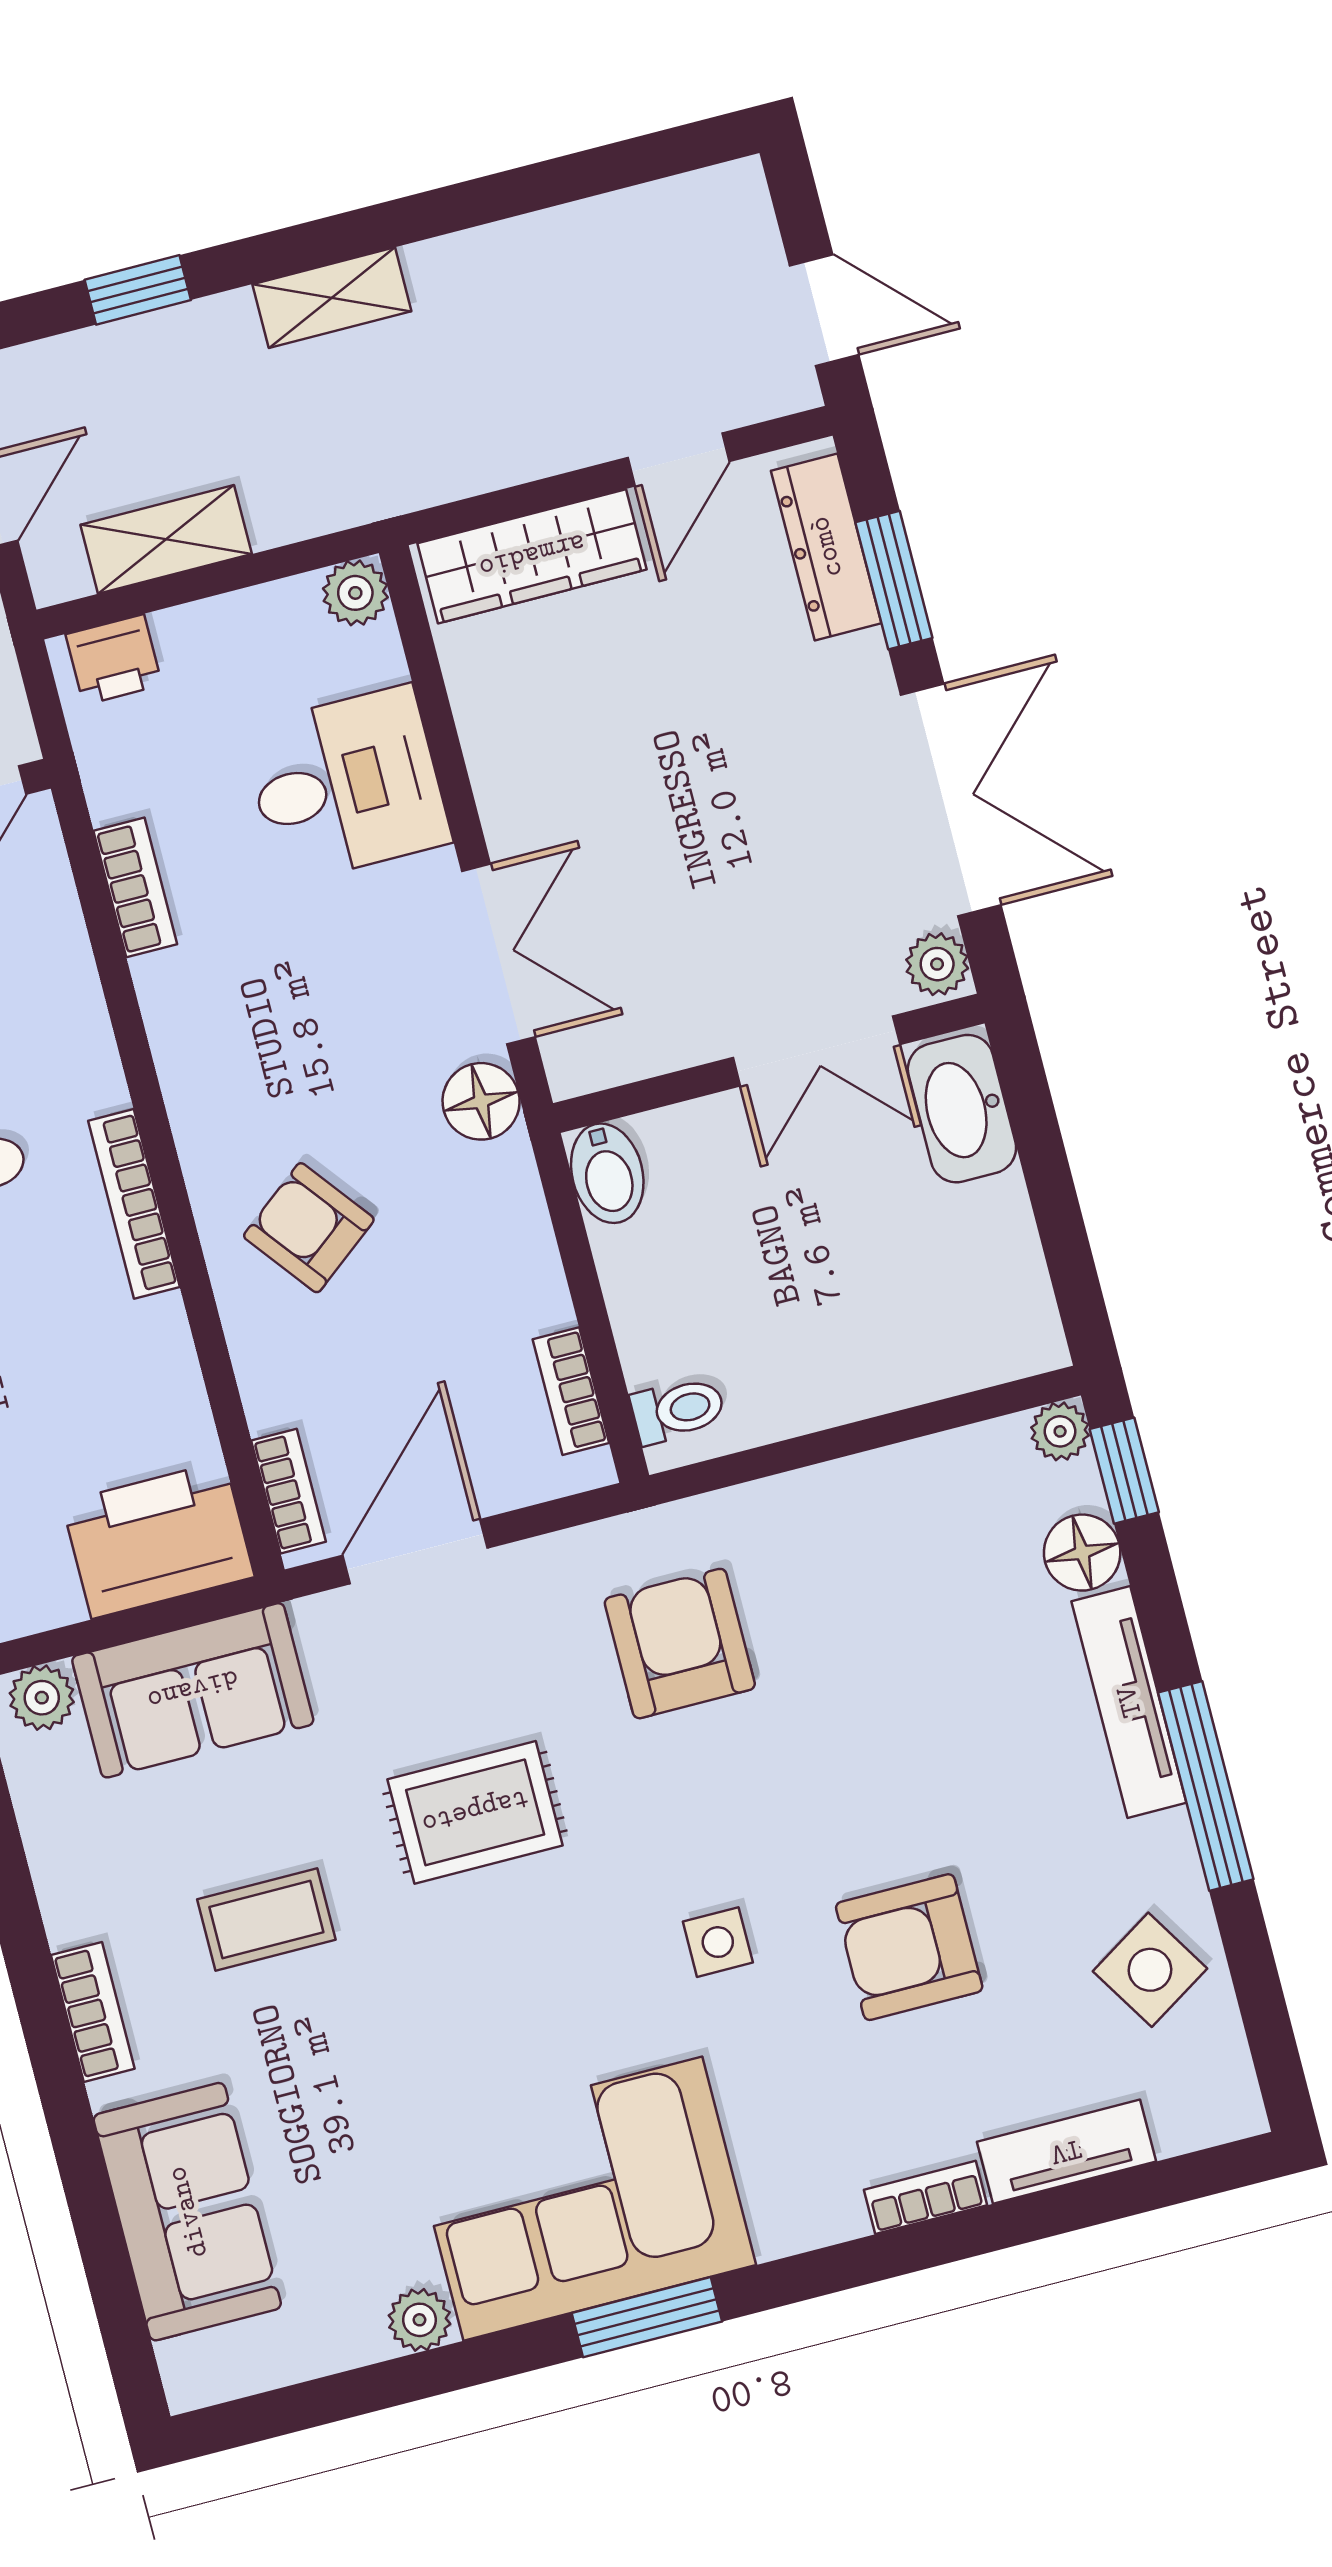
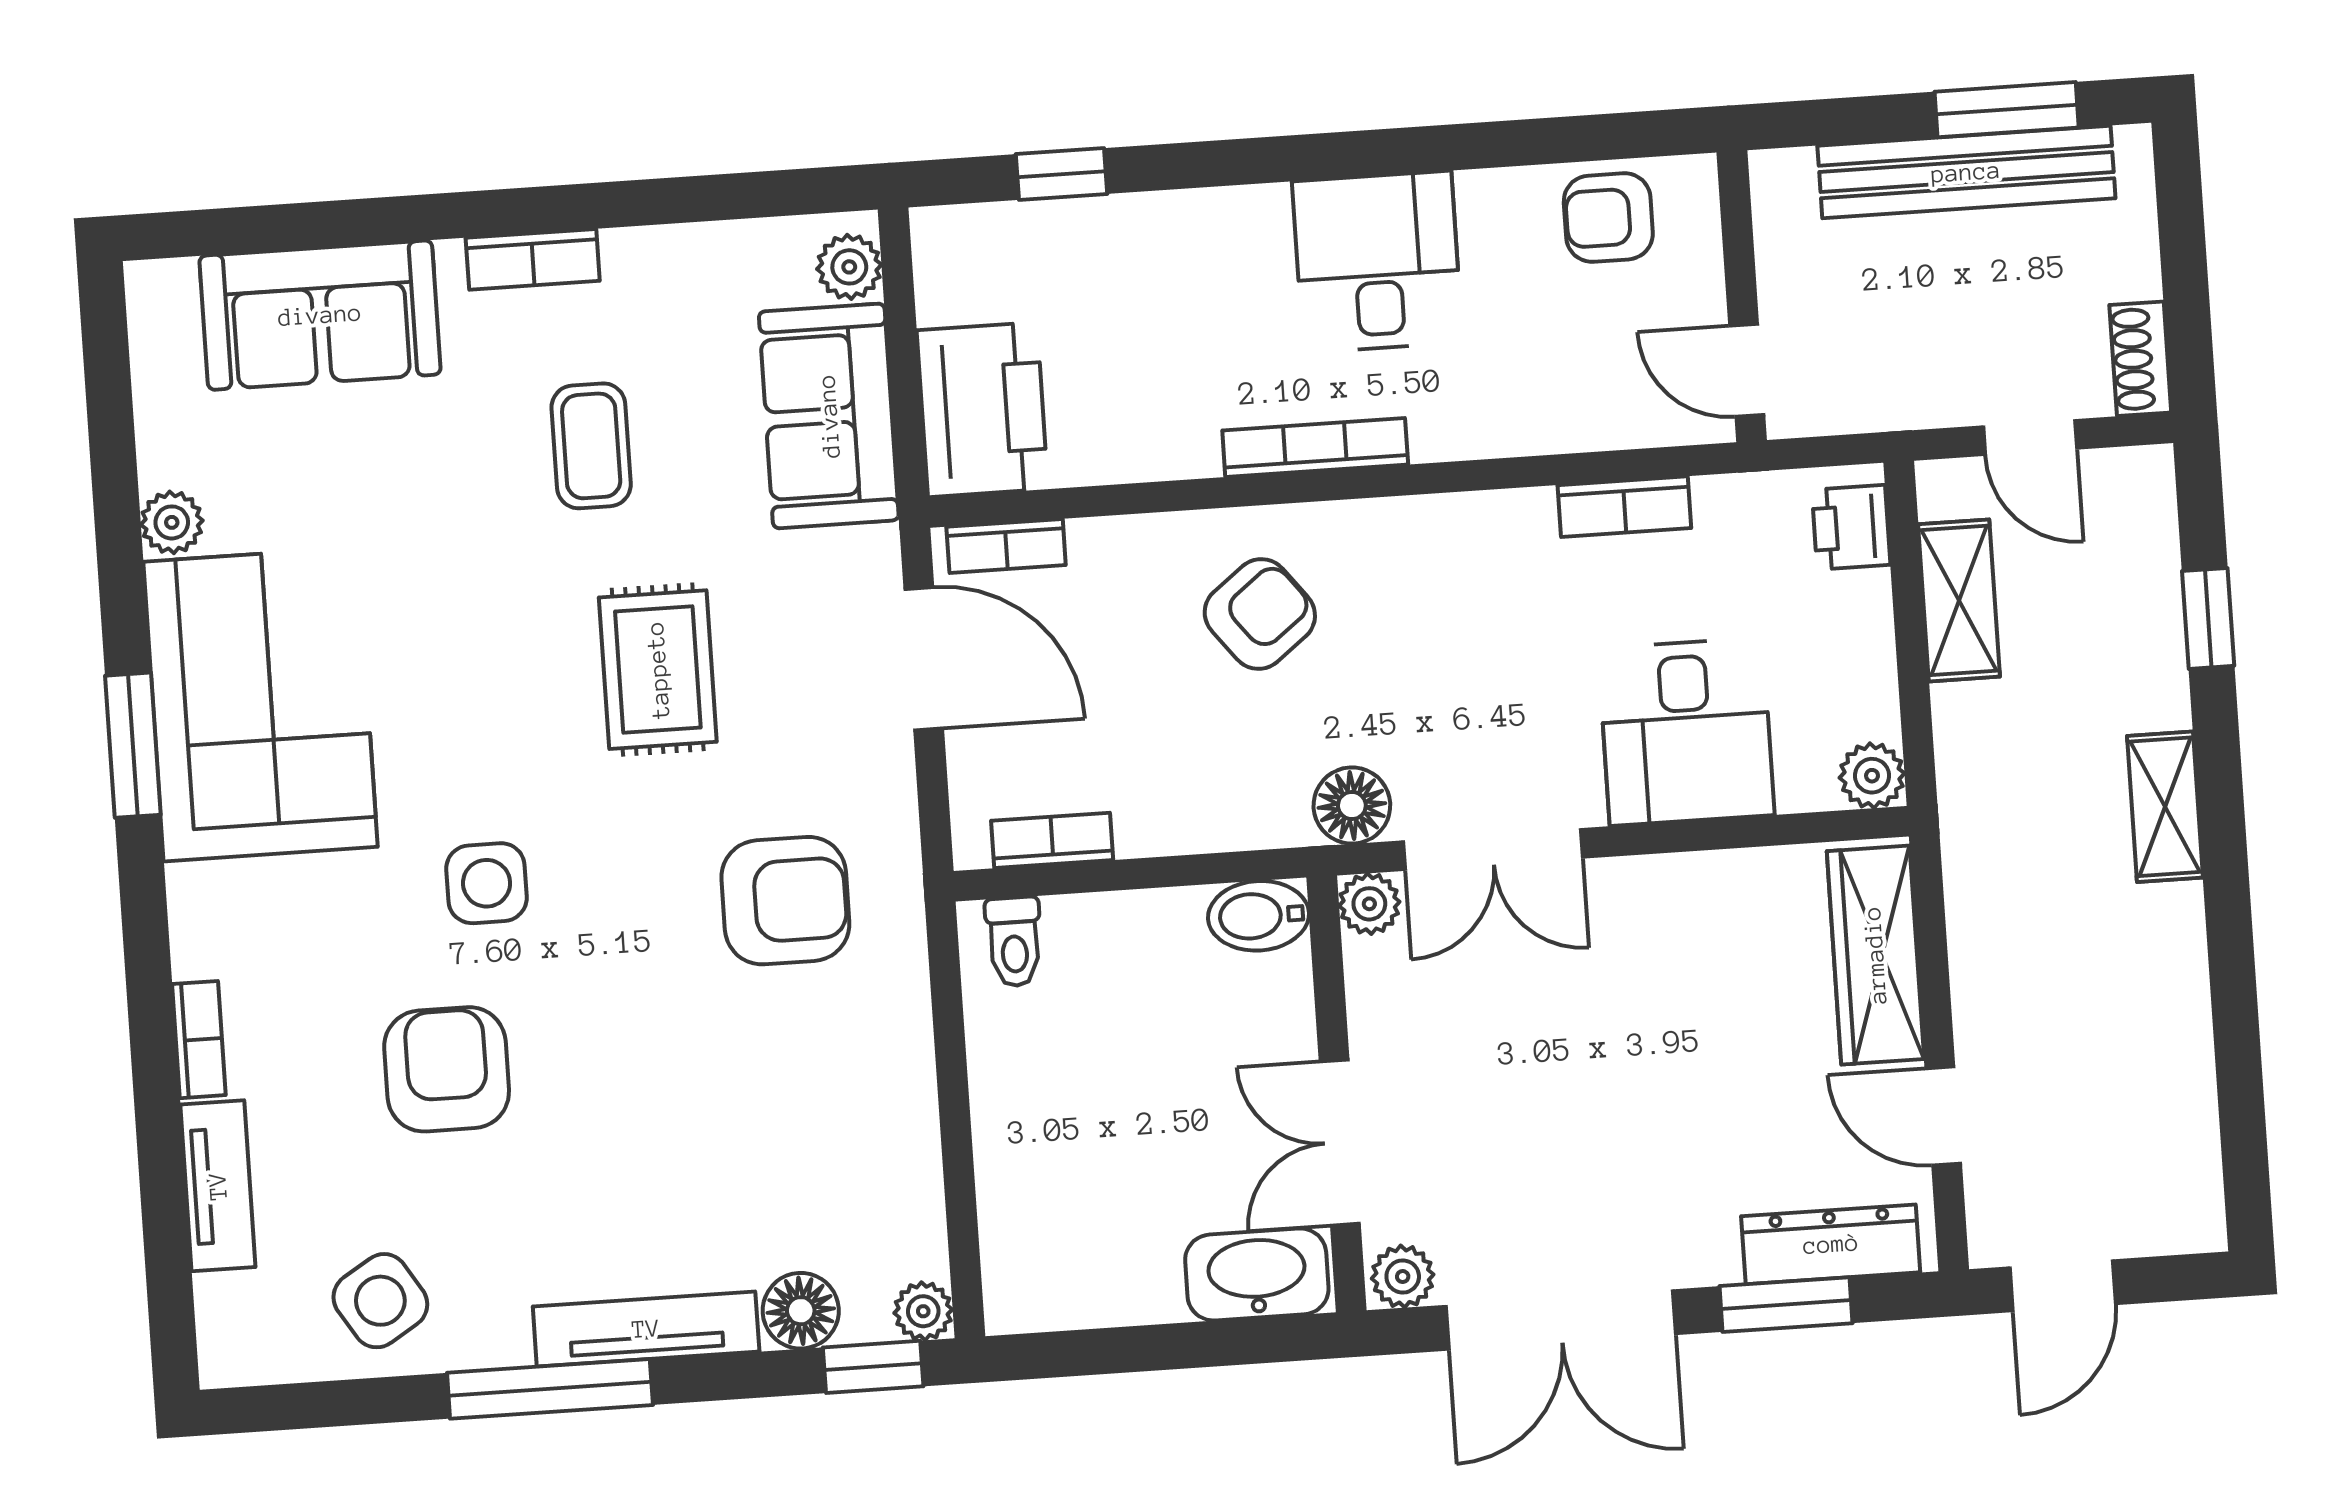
plant: (575, 1066) -> (1369, 904), added
side table: (718, 1942) -> (487, 883), width x1.37, depth x1.37

